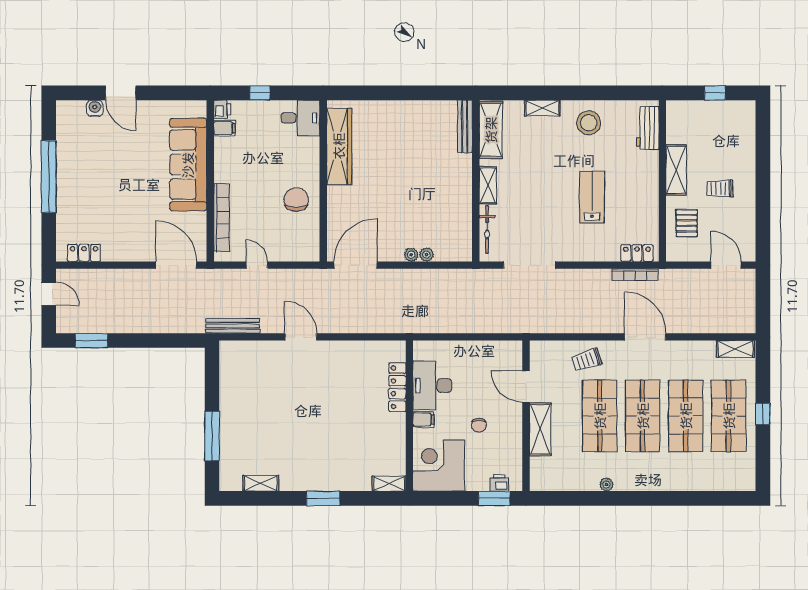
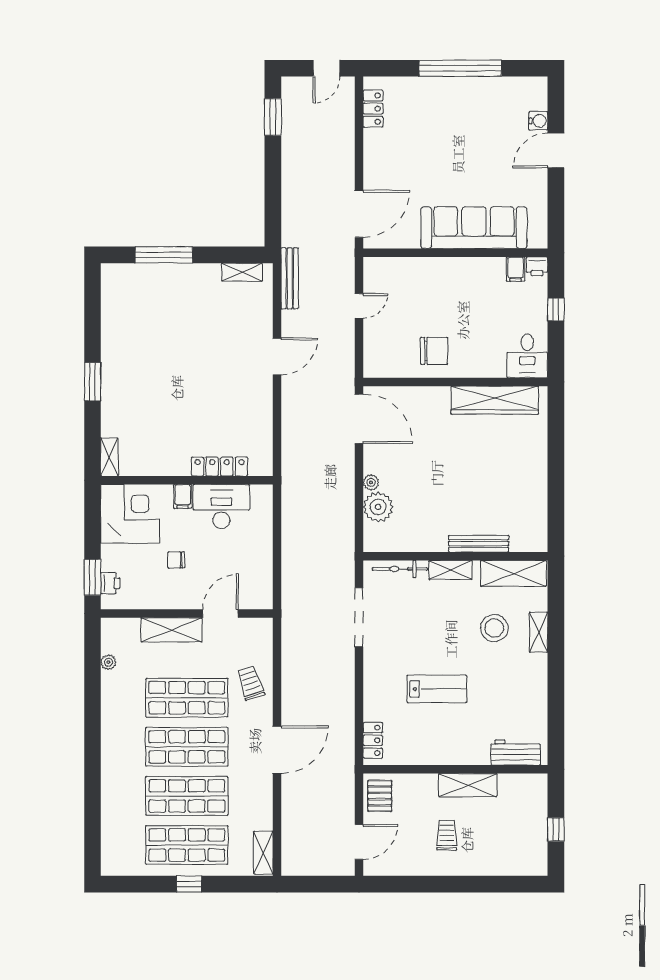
stool: (589, 123) -> (494, 628), moved
bench: (465, 126) -> (479, 544), moved
bookcase: (222, 218) -> (413, 266), removed
pallet: (687, 223) -> (380, 796), moved, turned 90
plant: (427, 255) -> (378, 507), width x1.88, depth x1.88
bookcase: (635, 275) -> (348, 738), removed
shelving: (261, 483) -> (242, 272), moved, turned 90
plant: (606, 485) -> (108, 662), moved

